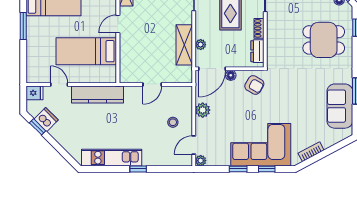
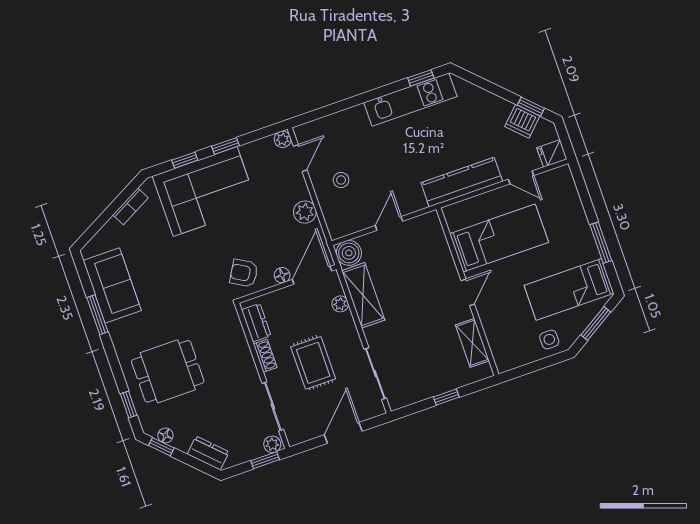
boiler: (184, 75) -> (349, 253), added
window: (138, 169) -> (421, 78), moved

